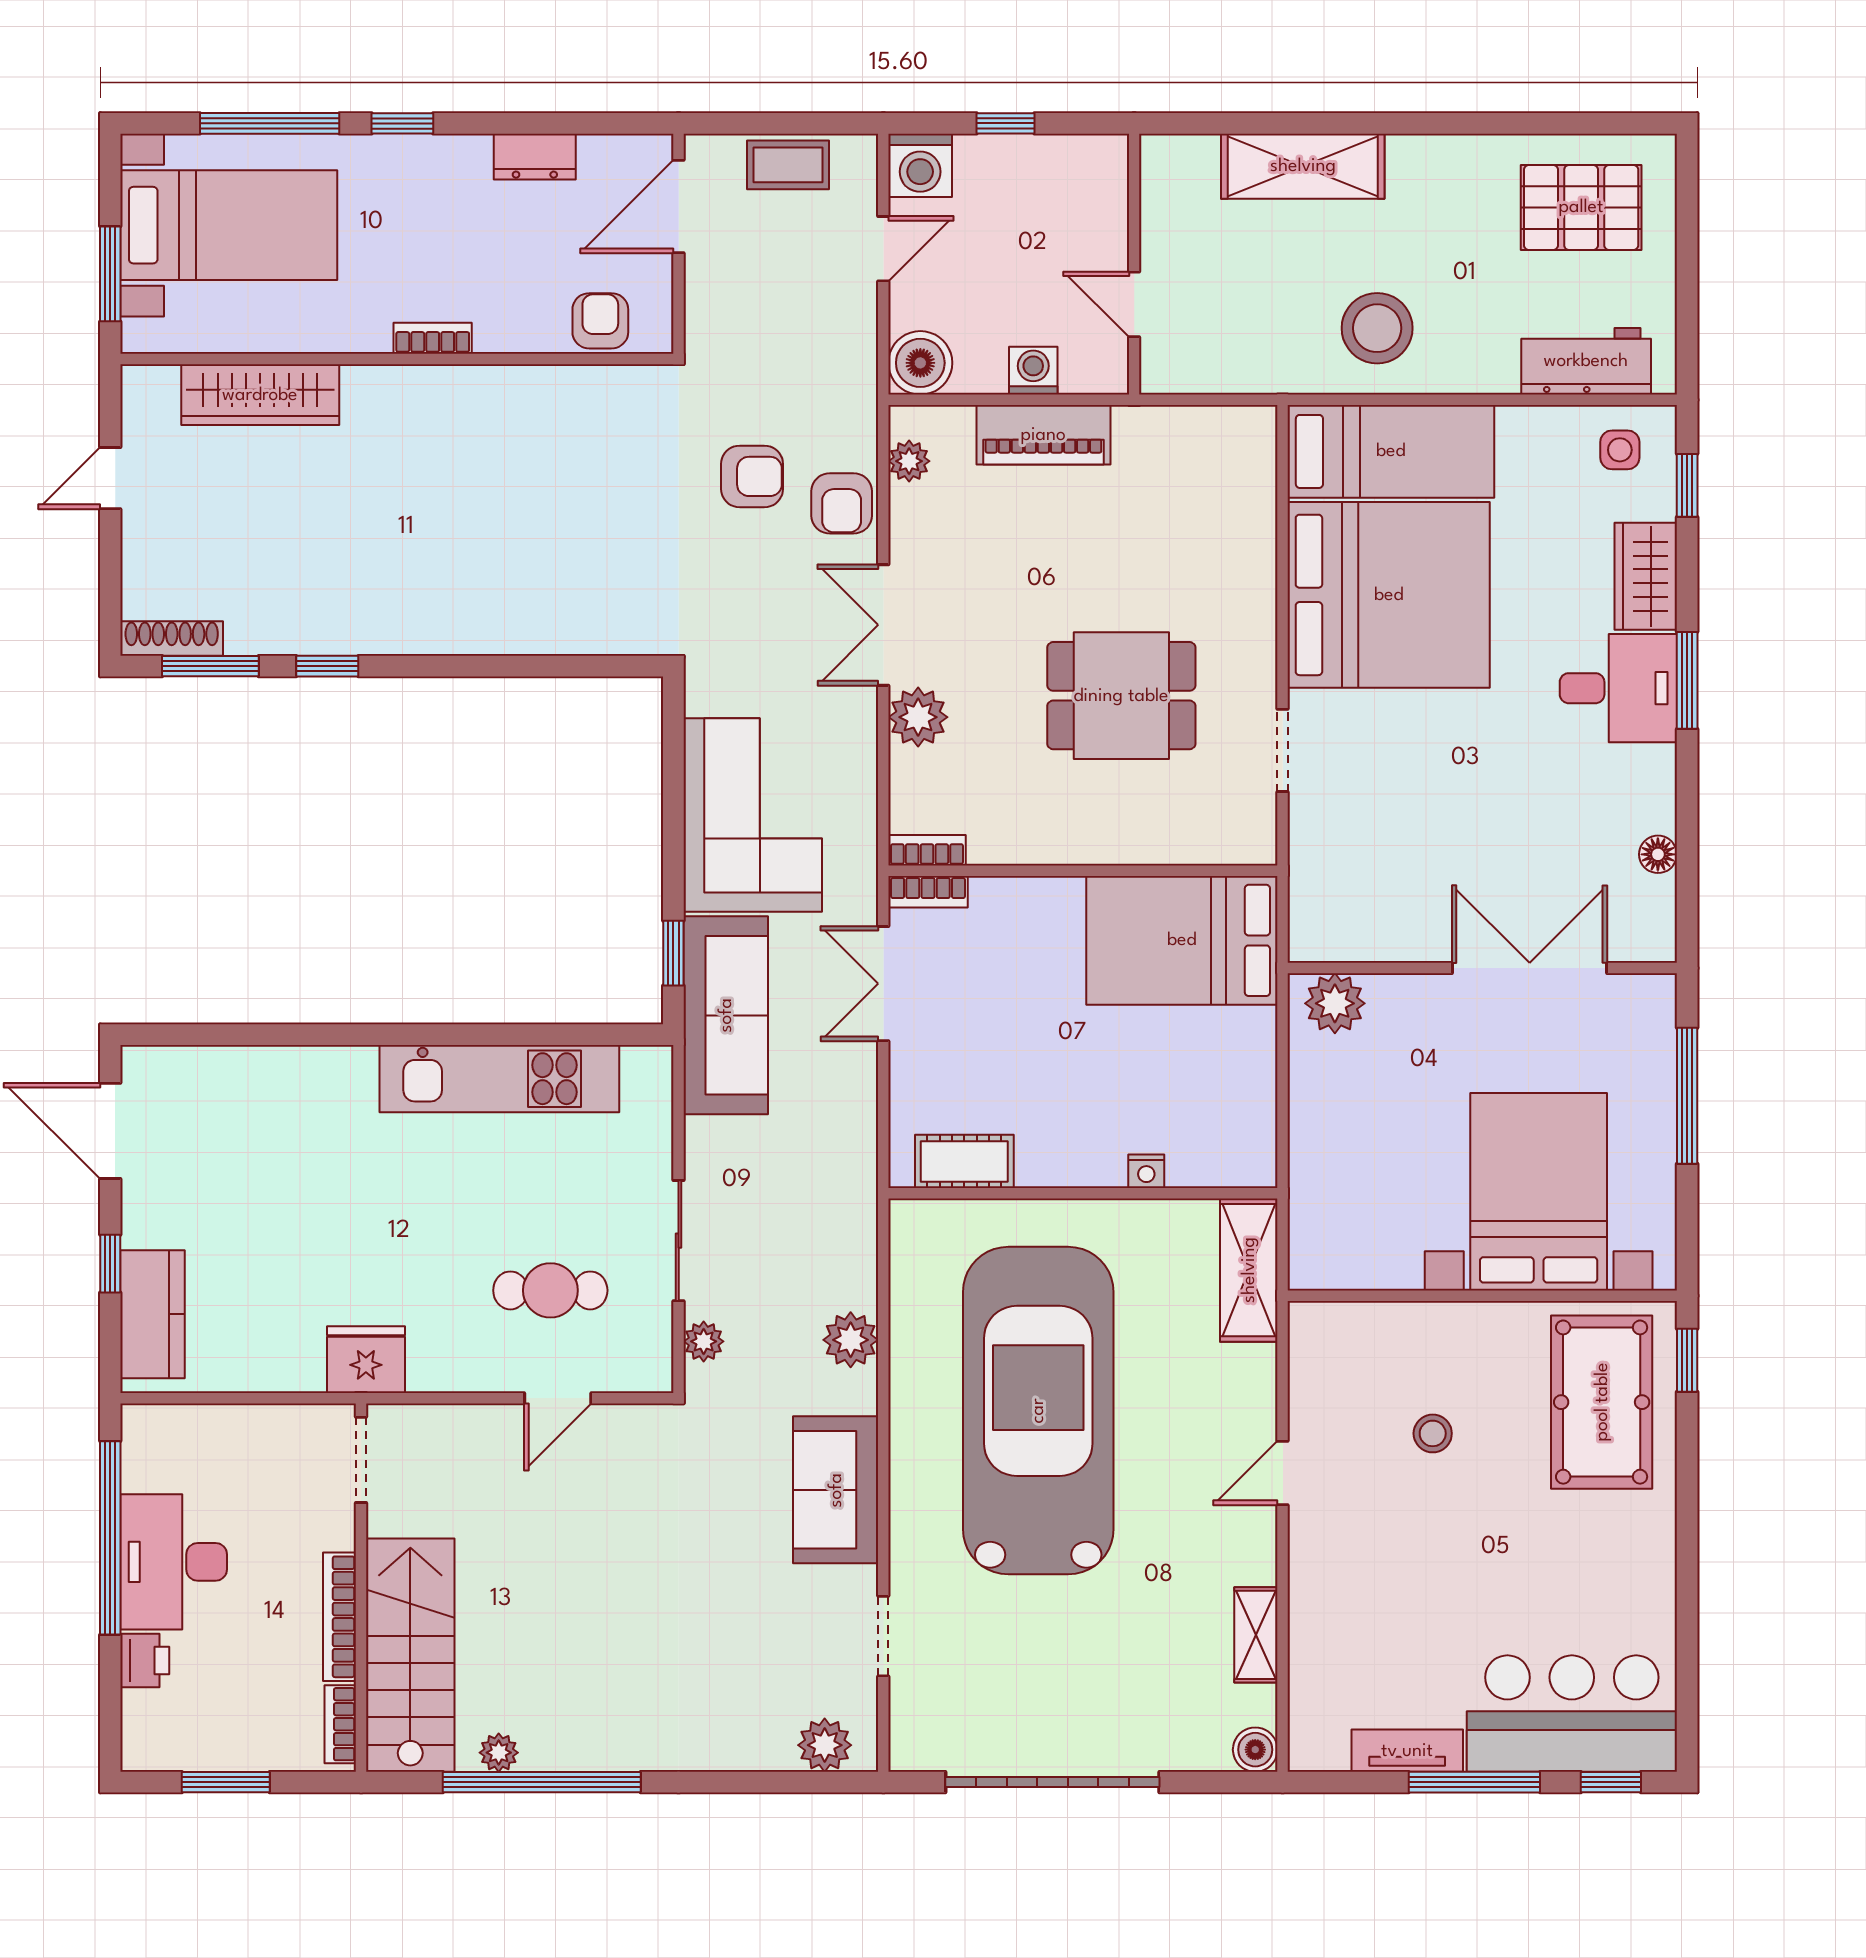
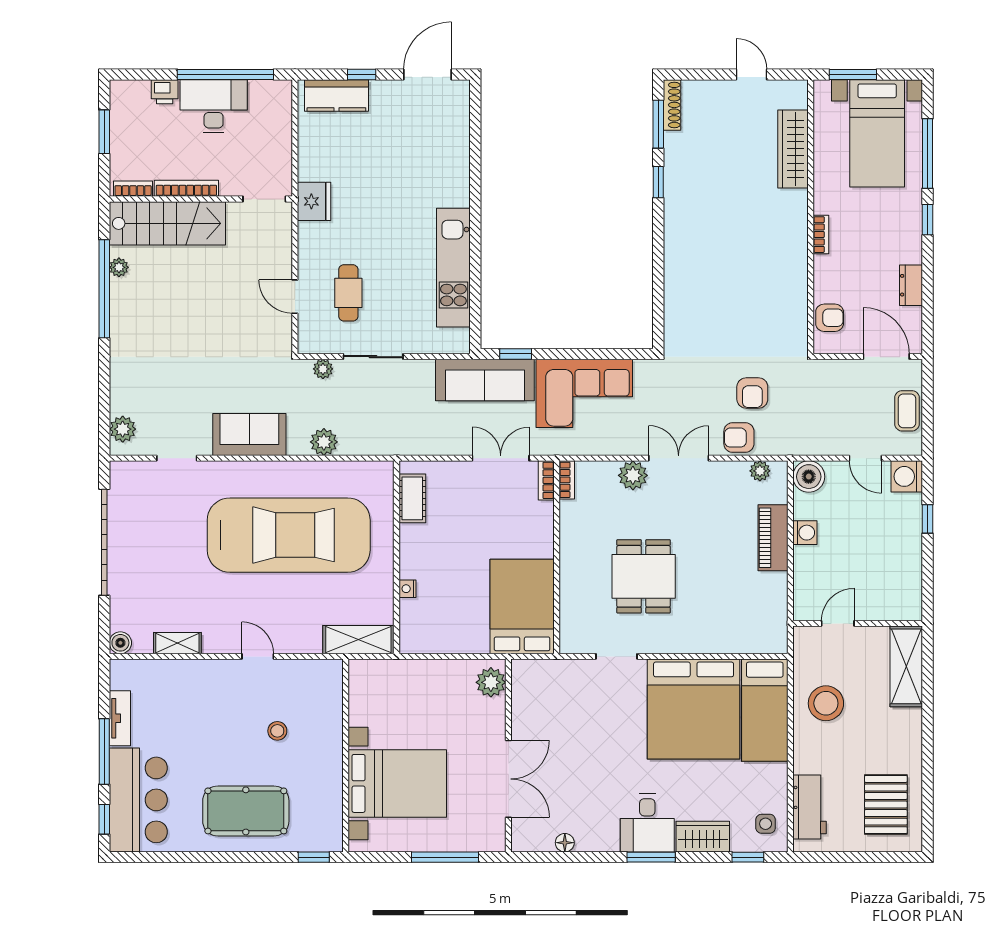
wall: (1134, 264) -> (858, 623), moved
door: (1134, 304) -> (838, 623), moved
pool table: (1602, 1402) -> (246, 811), moved

